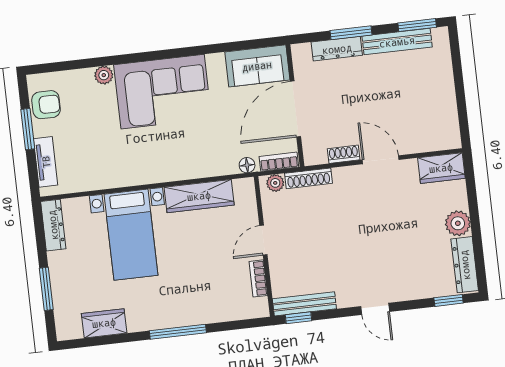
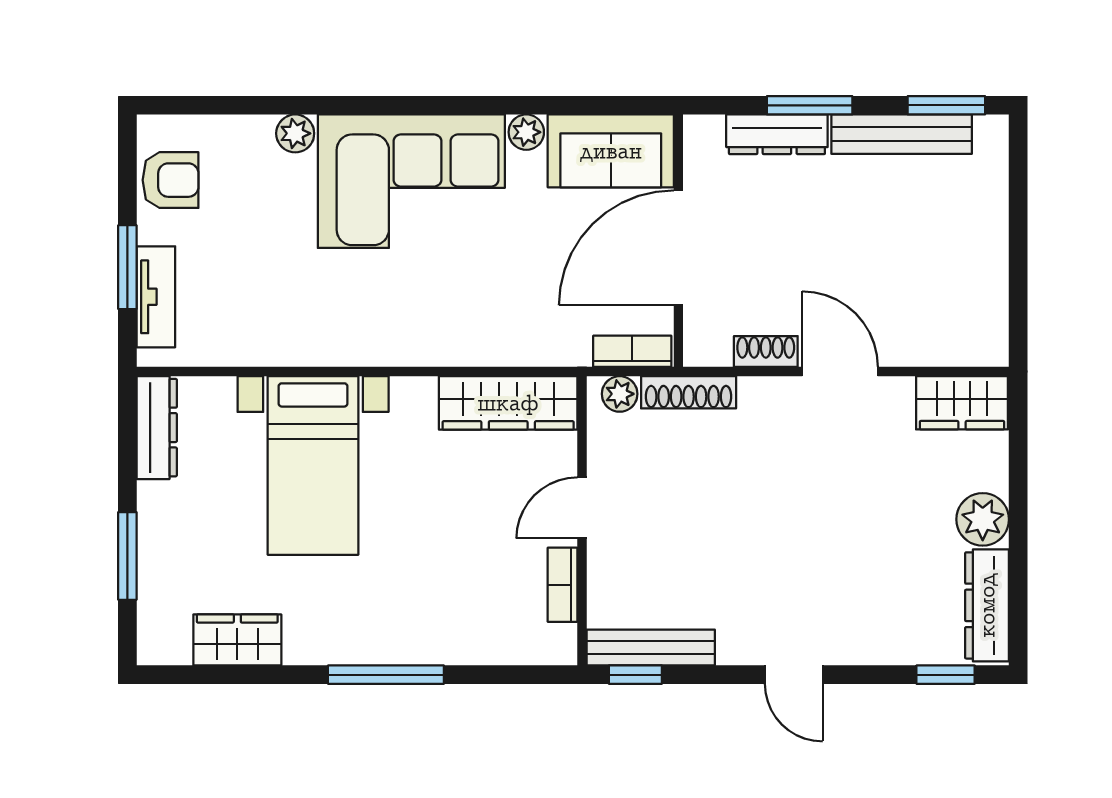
plant: (215, 62) -> (526, 132), added
window: (28, 129) -> (127, 267), moved
floor lamp: (247, 165) -> (566, 351), removed
wardrobe: (199, 196) -> (508, 403), moved

